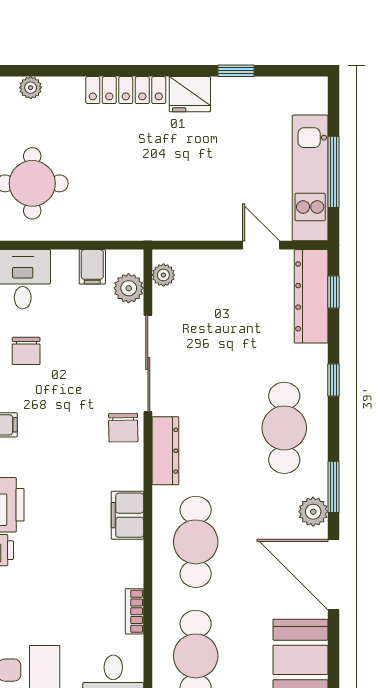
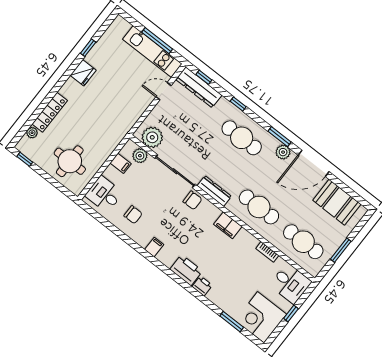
locker: (126, 90) -> (50, 112), moved
plant: (163, 275) -> (152, 137), width x1.88, depth x1.88

